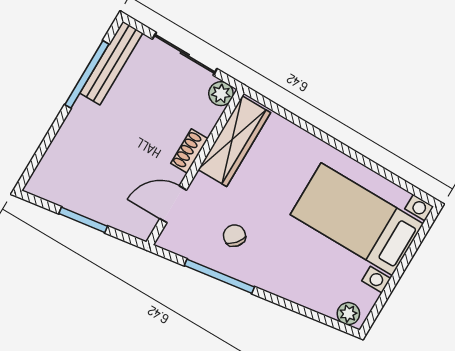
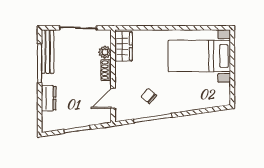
plant: (221, 94) -> (105, 52), moved
dresser: (67, 141) -> (49, 98), added
wardrobe: (234, 141) -> (124, 46), width x0.67
plant: (348, 314) -> (221, 101), removed

